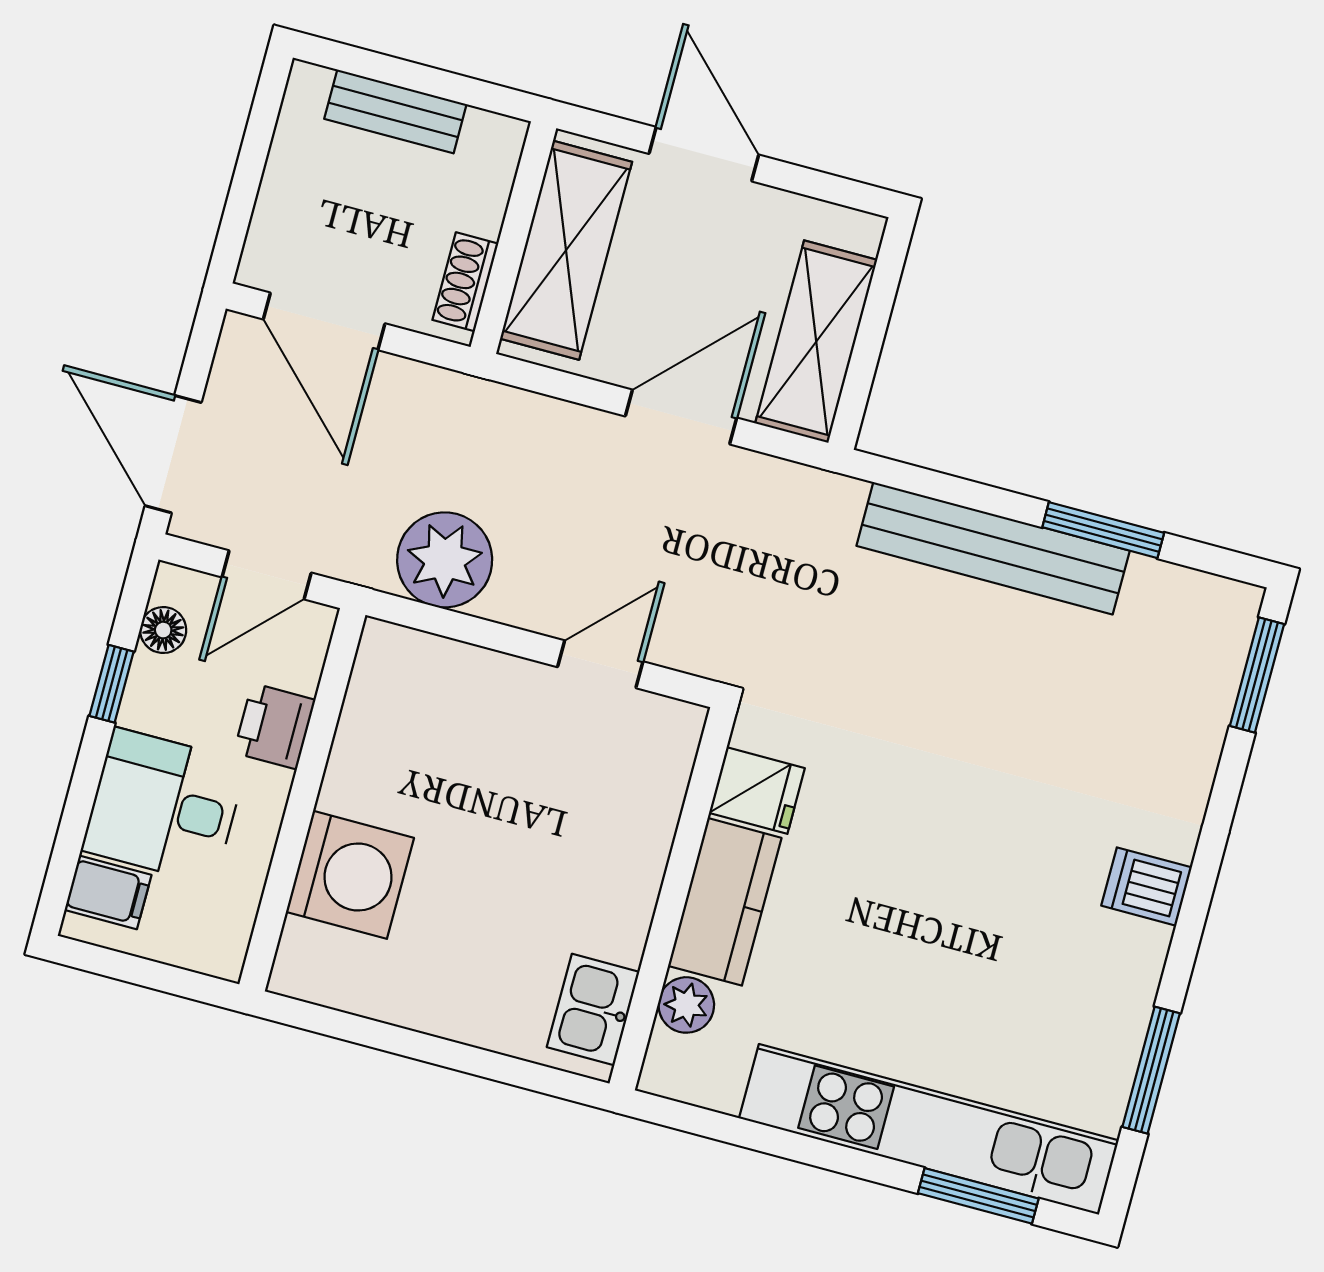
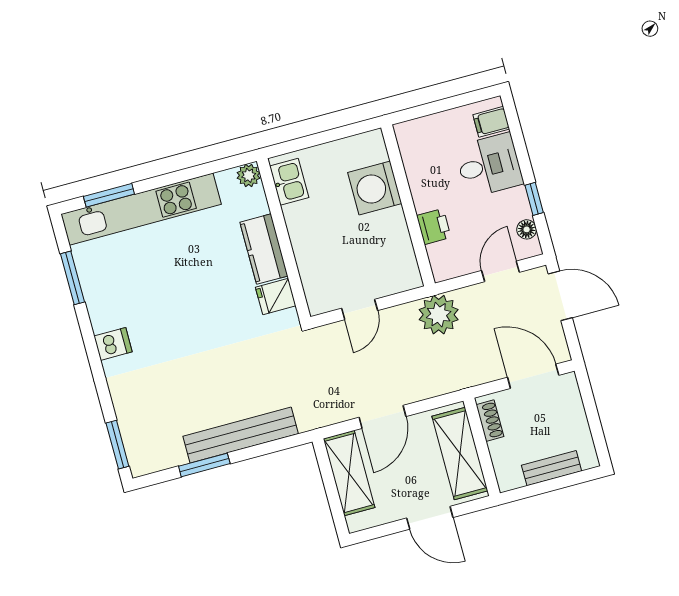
printer: (275, 726) -> (434, 226), moved
wall: (302, 800) -> (408, 205), moved
washing machine: (350, 875) -> (375, 188), moved
plant: (686, 1005) -> (249, 175), moved

